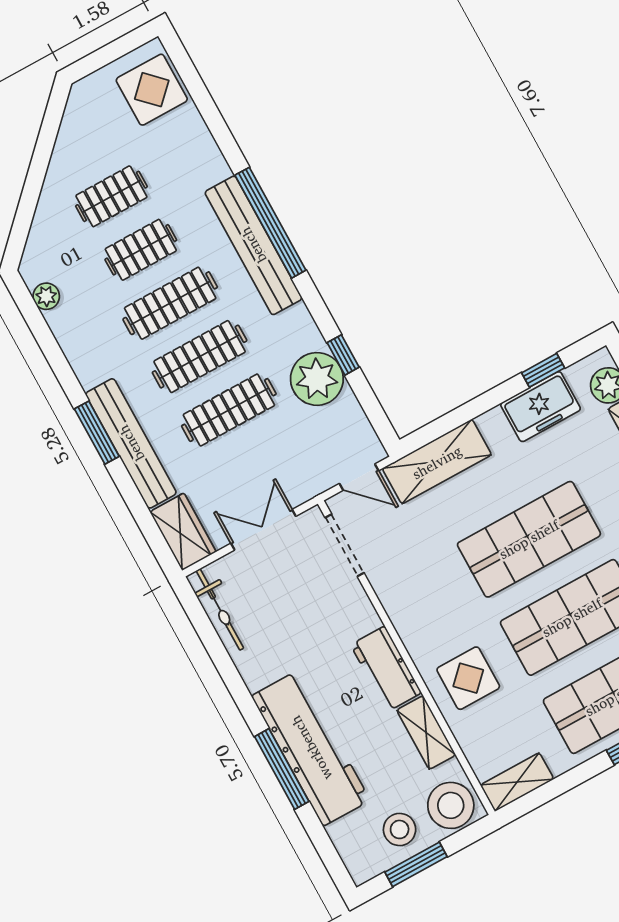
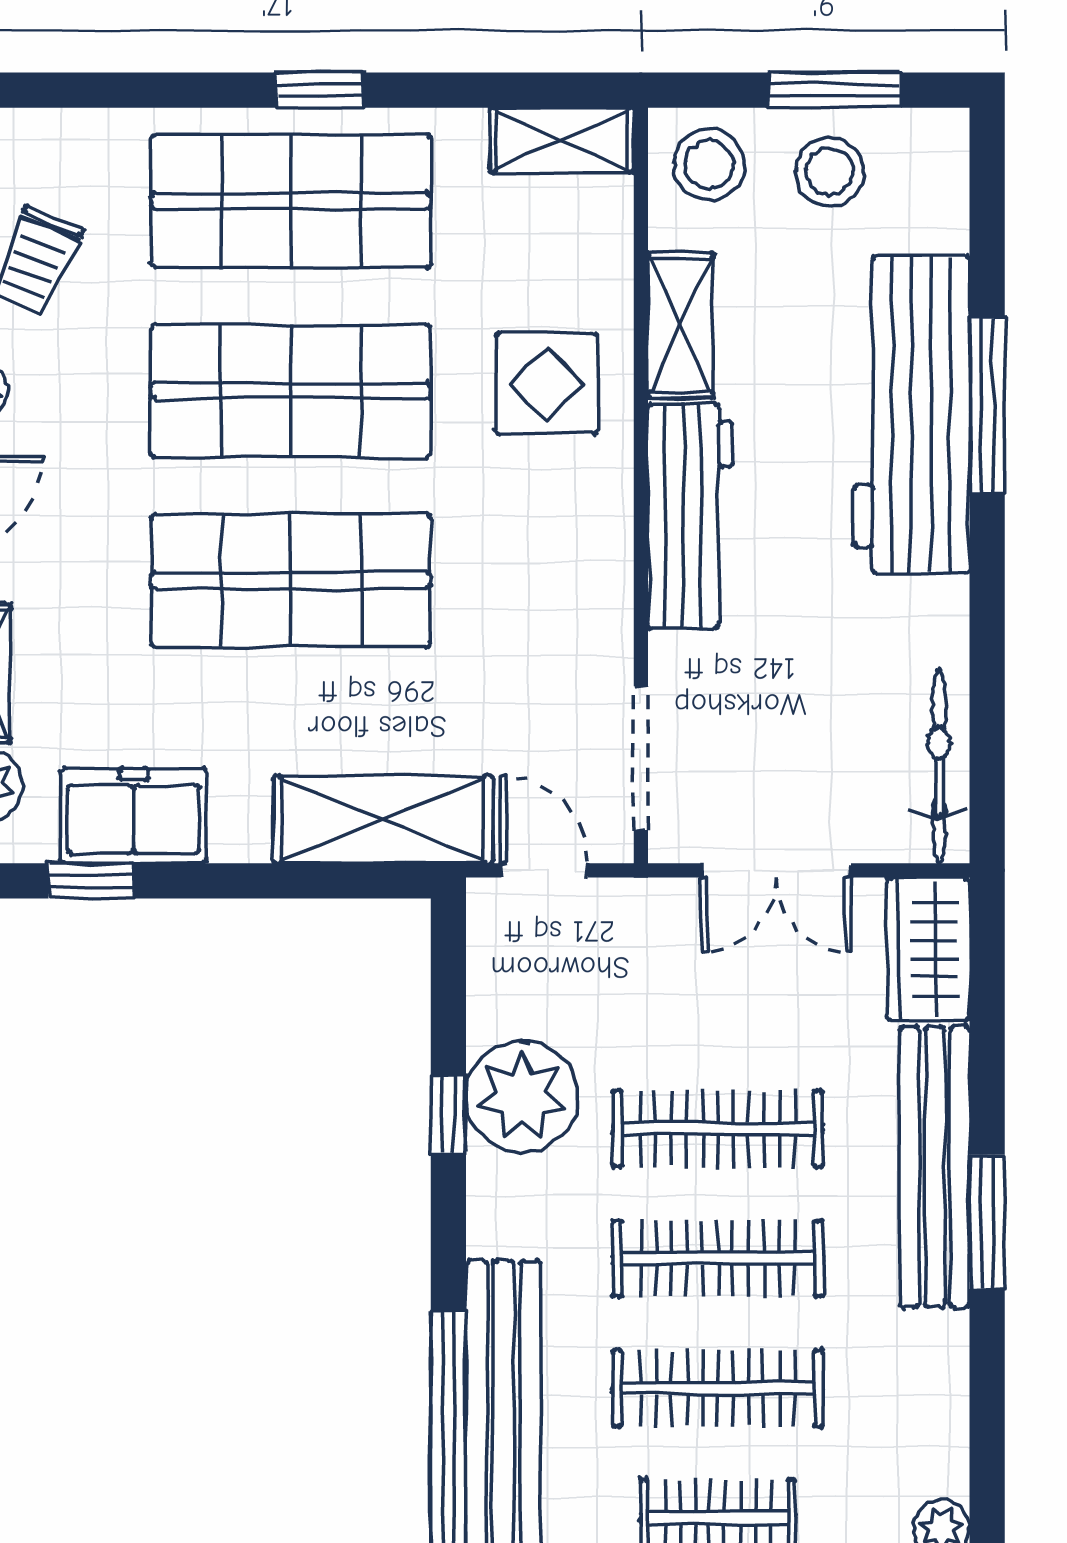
workbench: (386, 669) -> (690, 516), width x1.38
stool: (451, 805) -> (709, 164), width x0.73, depth x0.73

